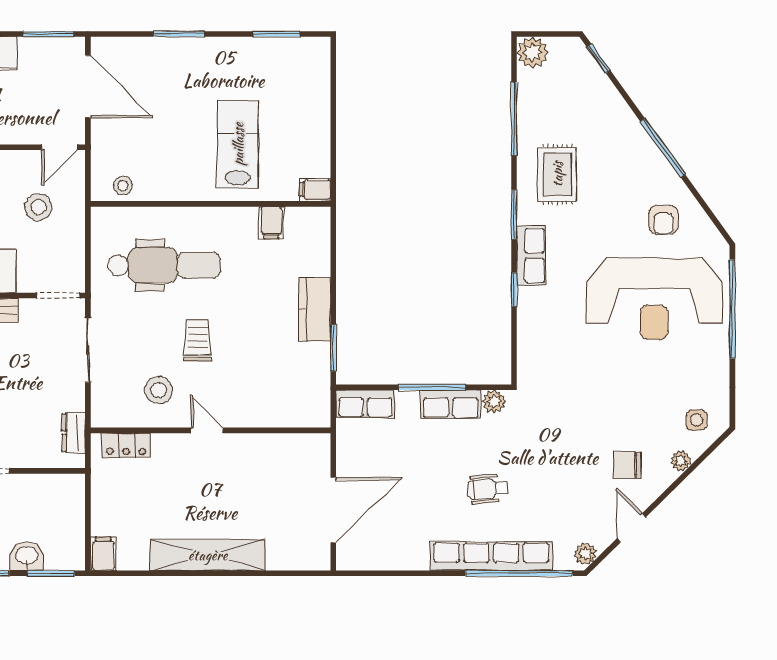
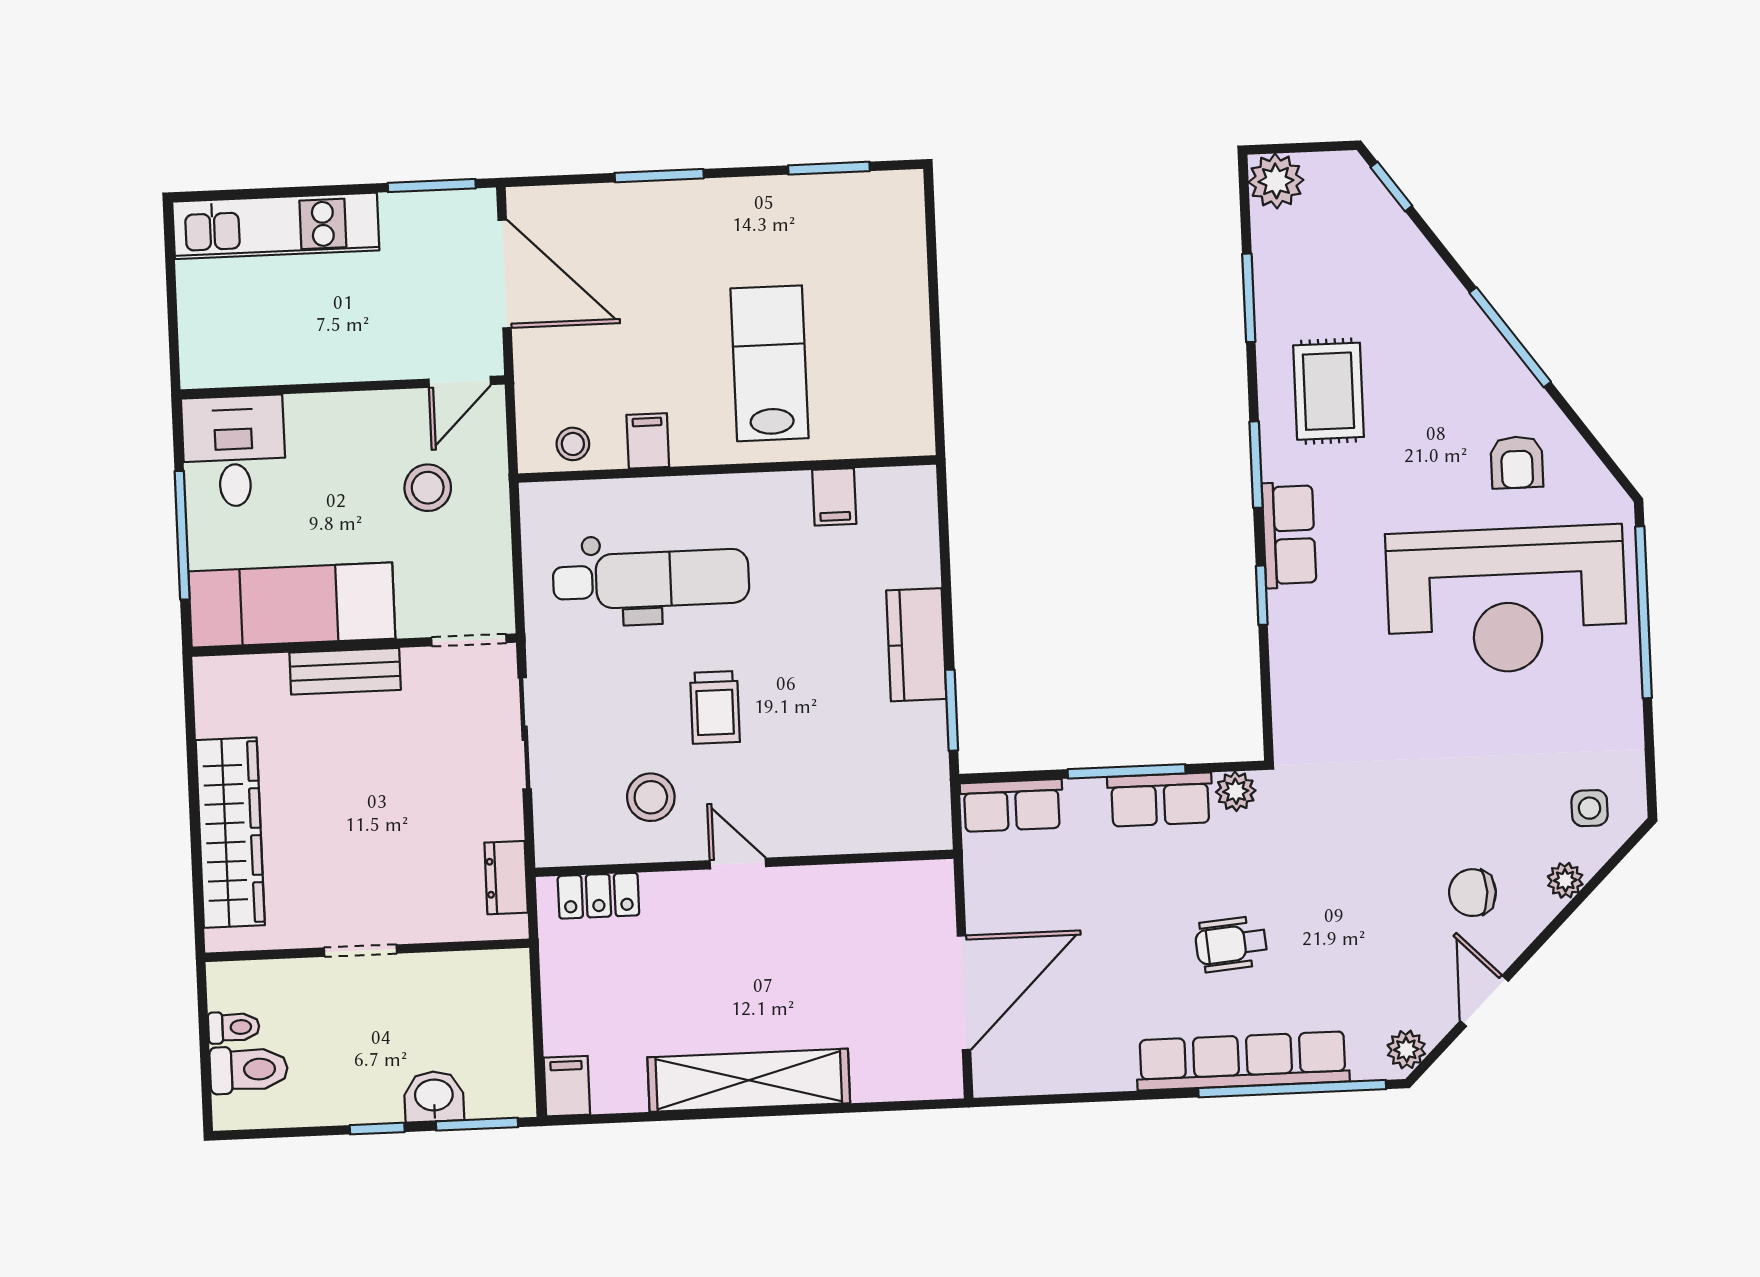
window: (514, 119) -> (1249, 298), width x0.69
filing cabinet: (315, 190) -> (648, 441), moved, turned 90
trolley: (198, 340) -> (715, 707), turned 180

